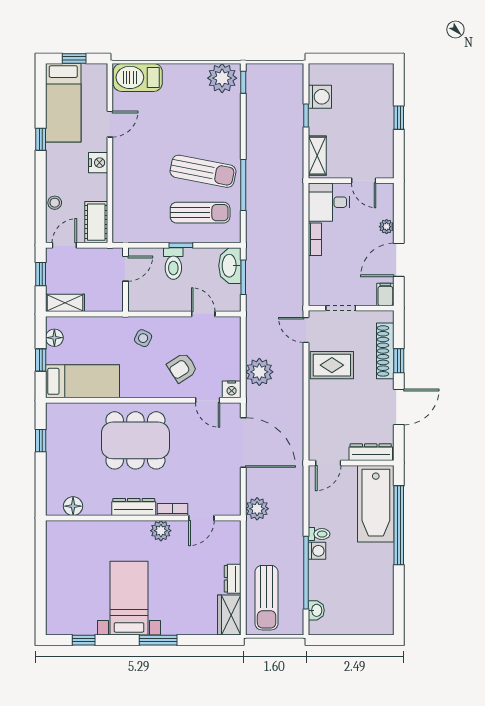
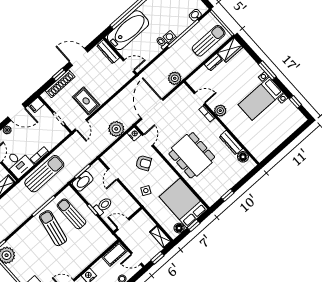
sun lounger: (285, 224) -> (44, 174), added
bed: (82, 381) -> (183, 203), width x1.50
dresser: (134, 507) -> (231, 143), moved

